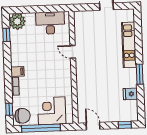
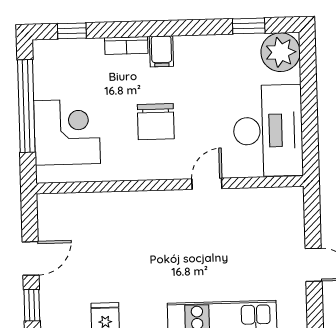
desk: (50, 23) -> (268, 131), width x1.36, depth x1.30
chair: (23, 116) -> (156, 122), moved
door: (93, 126) -> (31, 258), moved

